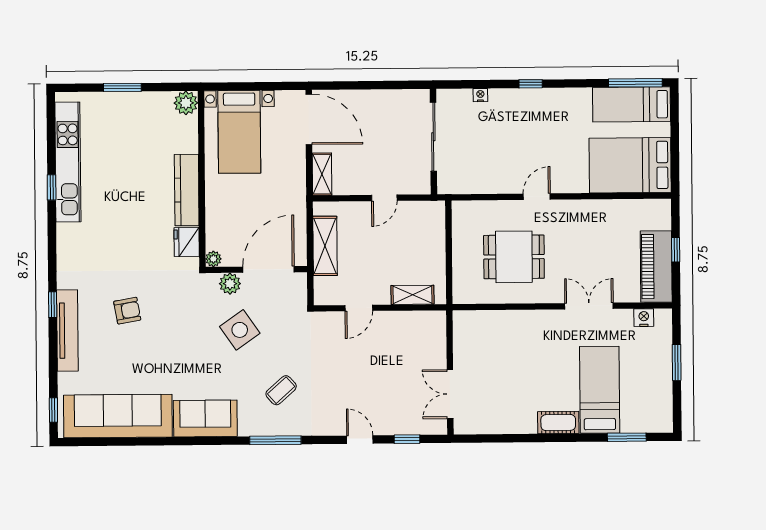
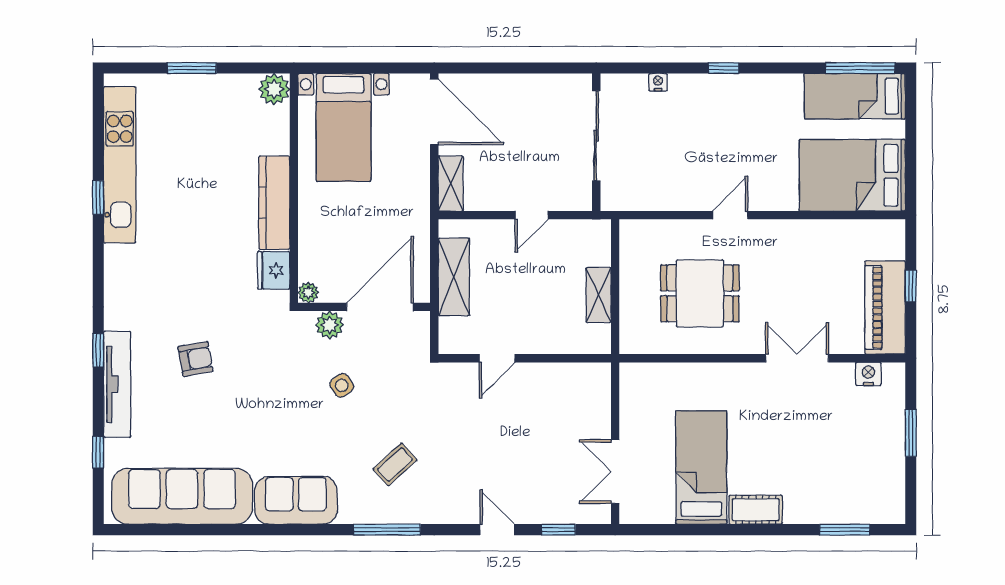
shelving: (412, 295) -> (599, 295), moved, turned 90
side table: (240, 330) -> (342, 385), width x0.54, depth x0.54
bed: (600, 390) -> (701, 468), moved
window: (53, 410) -> (98, 452), moved

